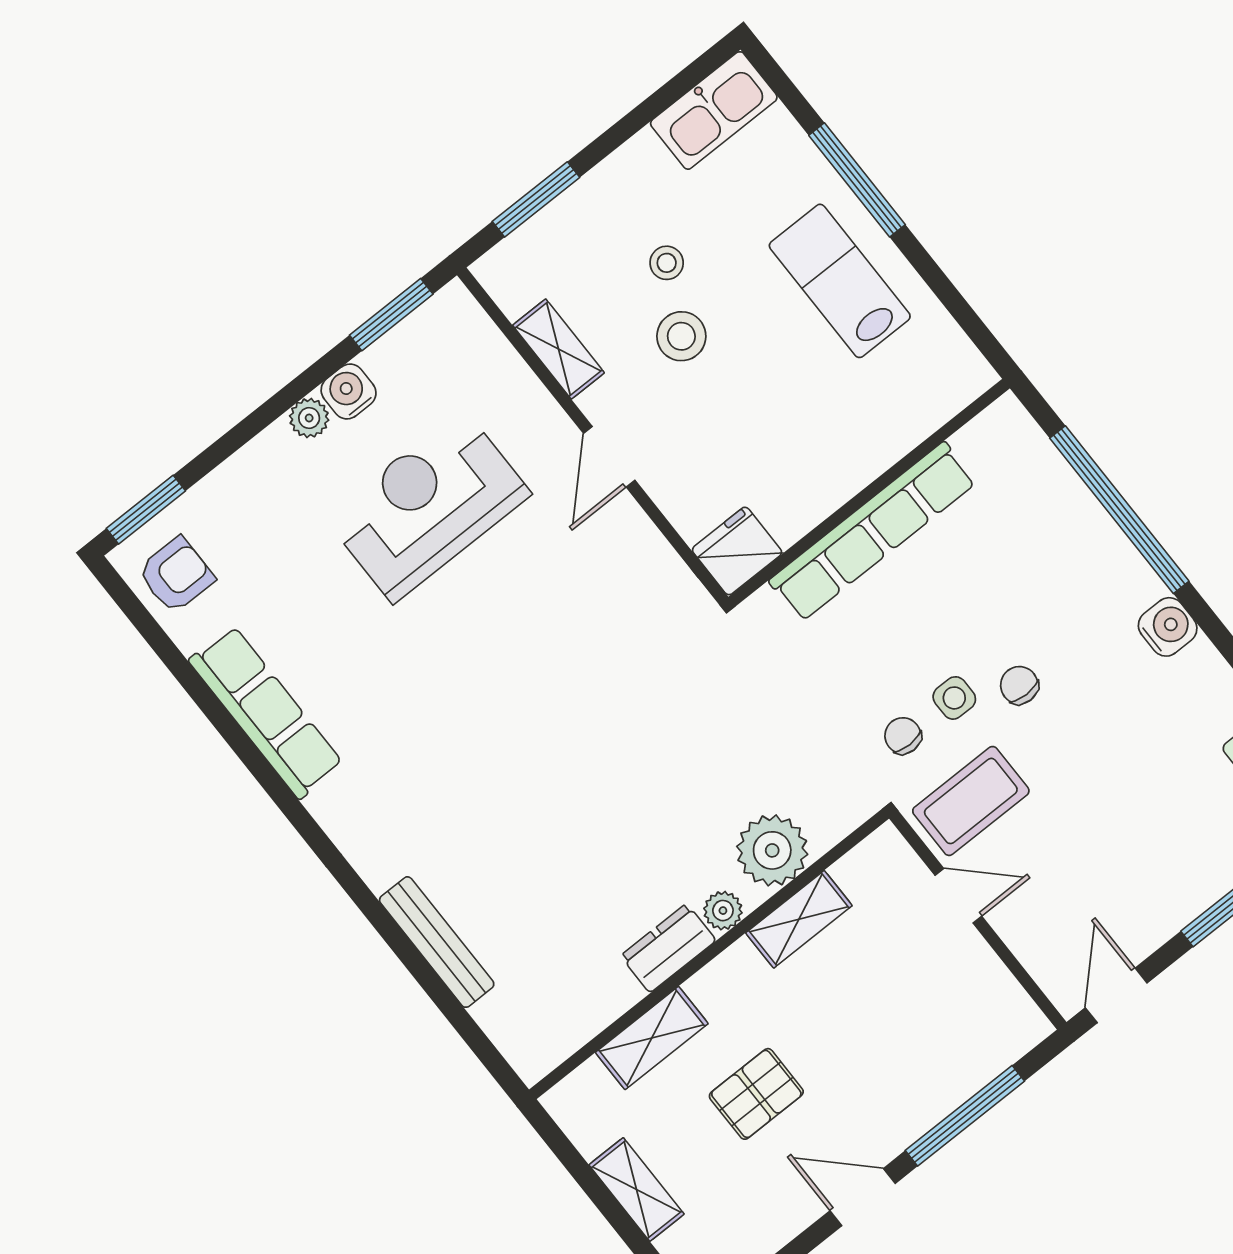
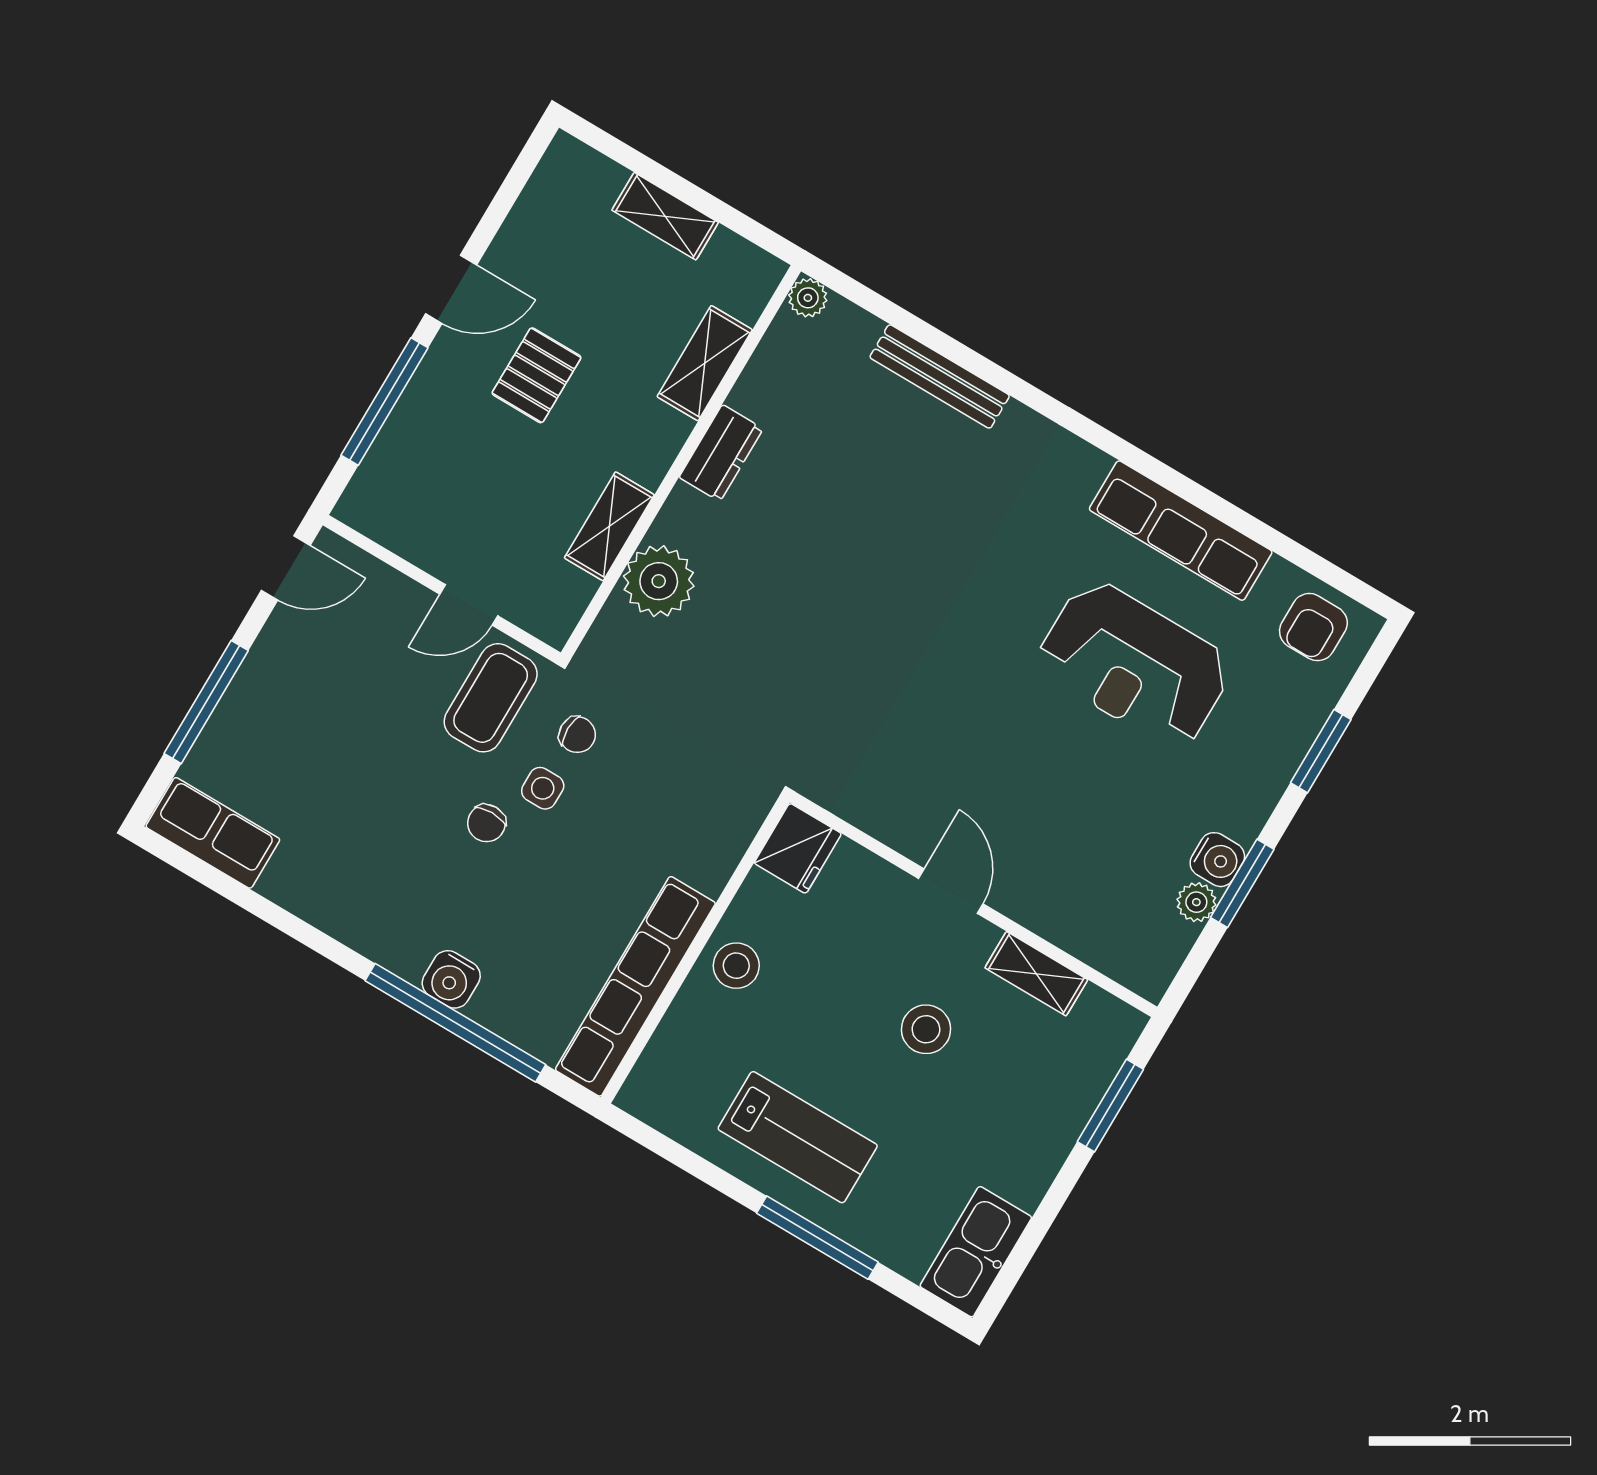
stool: (667, 263) -> (736, 966), moved, width x1.37, depth x1.37
window: (391, 315) -> (1242, 883), moved
plant: (309, 418) -> (1196, 902), moved
reception desk: (428, 506) -> (1134, 664), moved, turned 90
window: (146, 510) -> (1321, 751), moved
row of seats: (873, 532) -> (635, 986), moved
water cooler: (1168, 627) -> (451, 979), moved
chair: (1019, 685) -> (486, 823), turned 90
plant: (723, 911) -> (808, 298), moved
door: (1116, 995) -> (286, 568), hinge flipped
pallet: (756, 1094) -> (537, 375), moved

